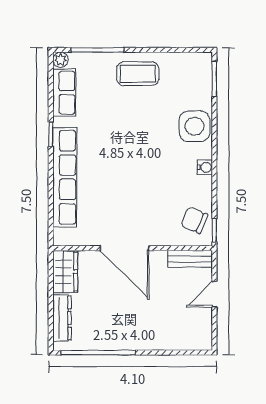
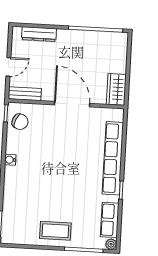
side table: (194, 126) -> (16, 190), removed
dresser: (62, 318) -> (39, 34), moved, turned -90

